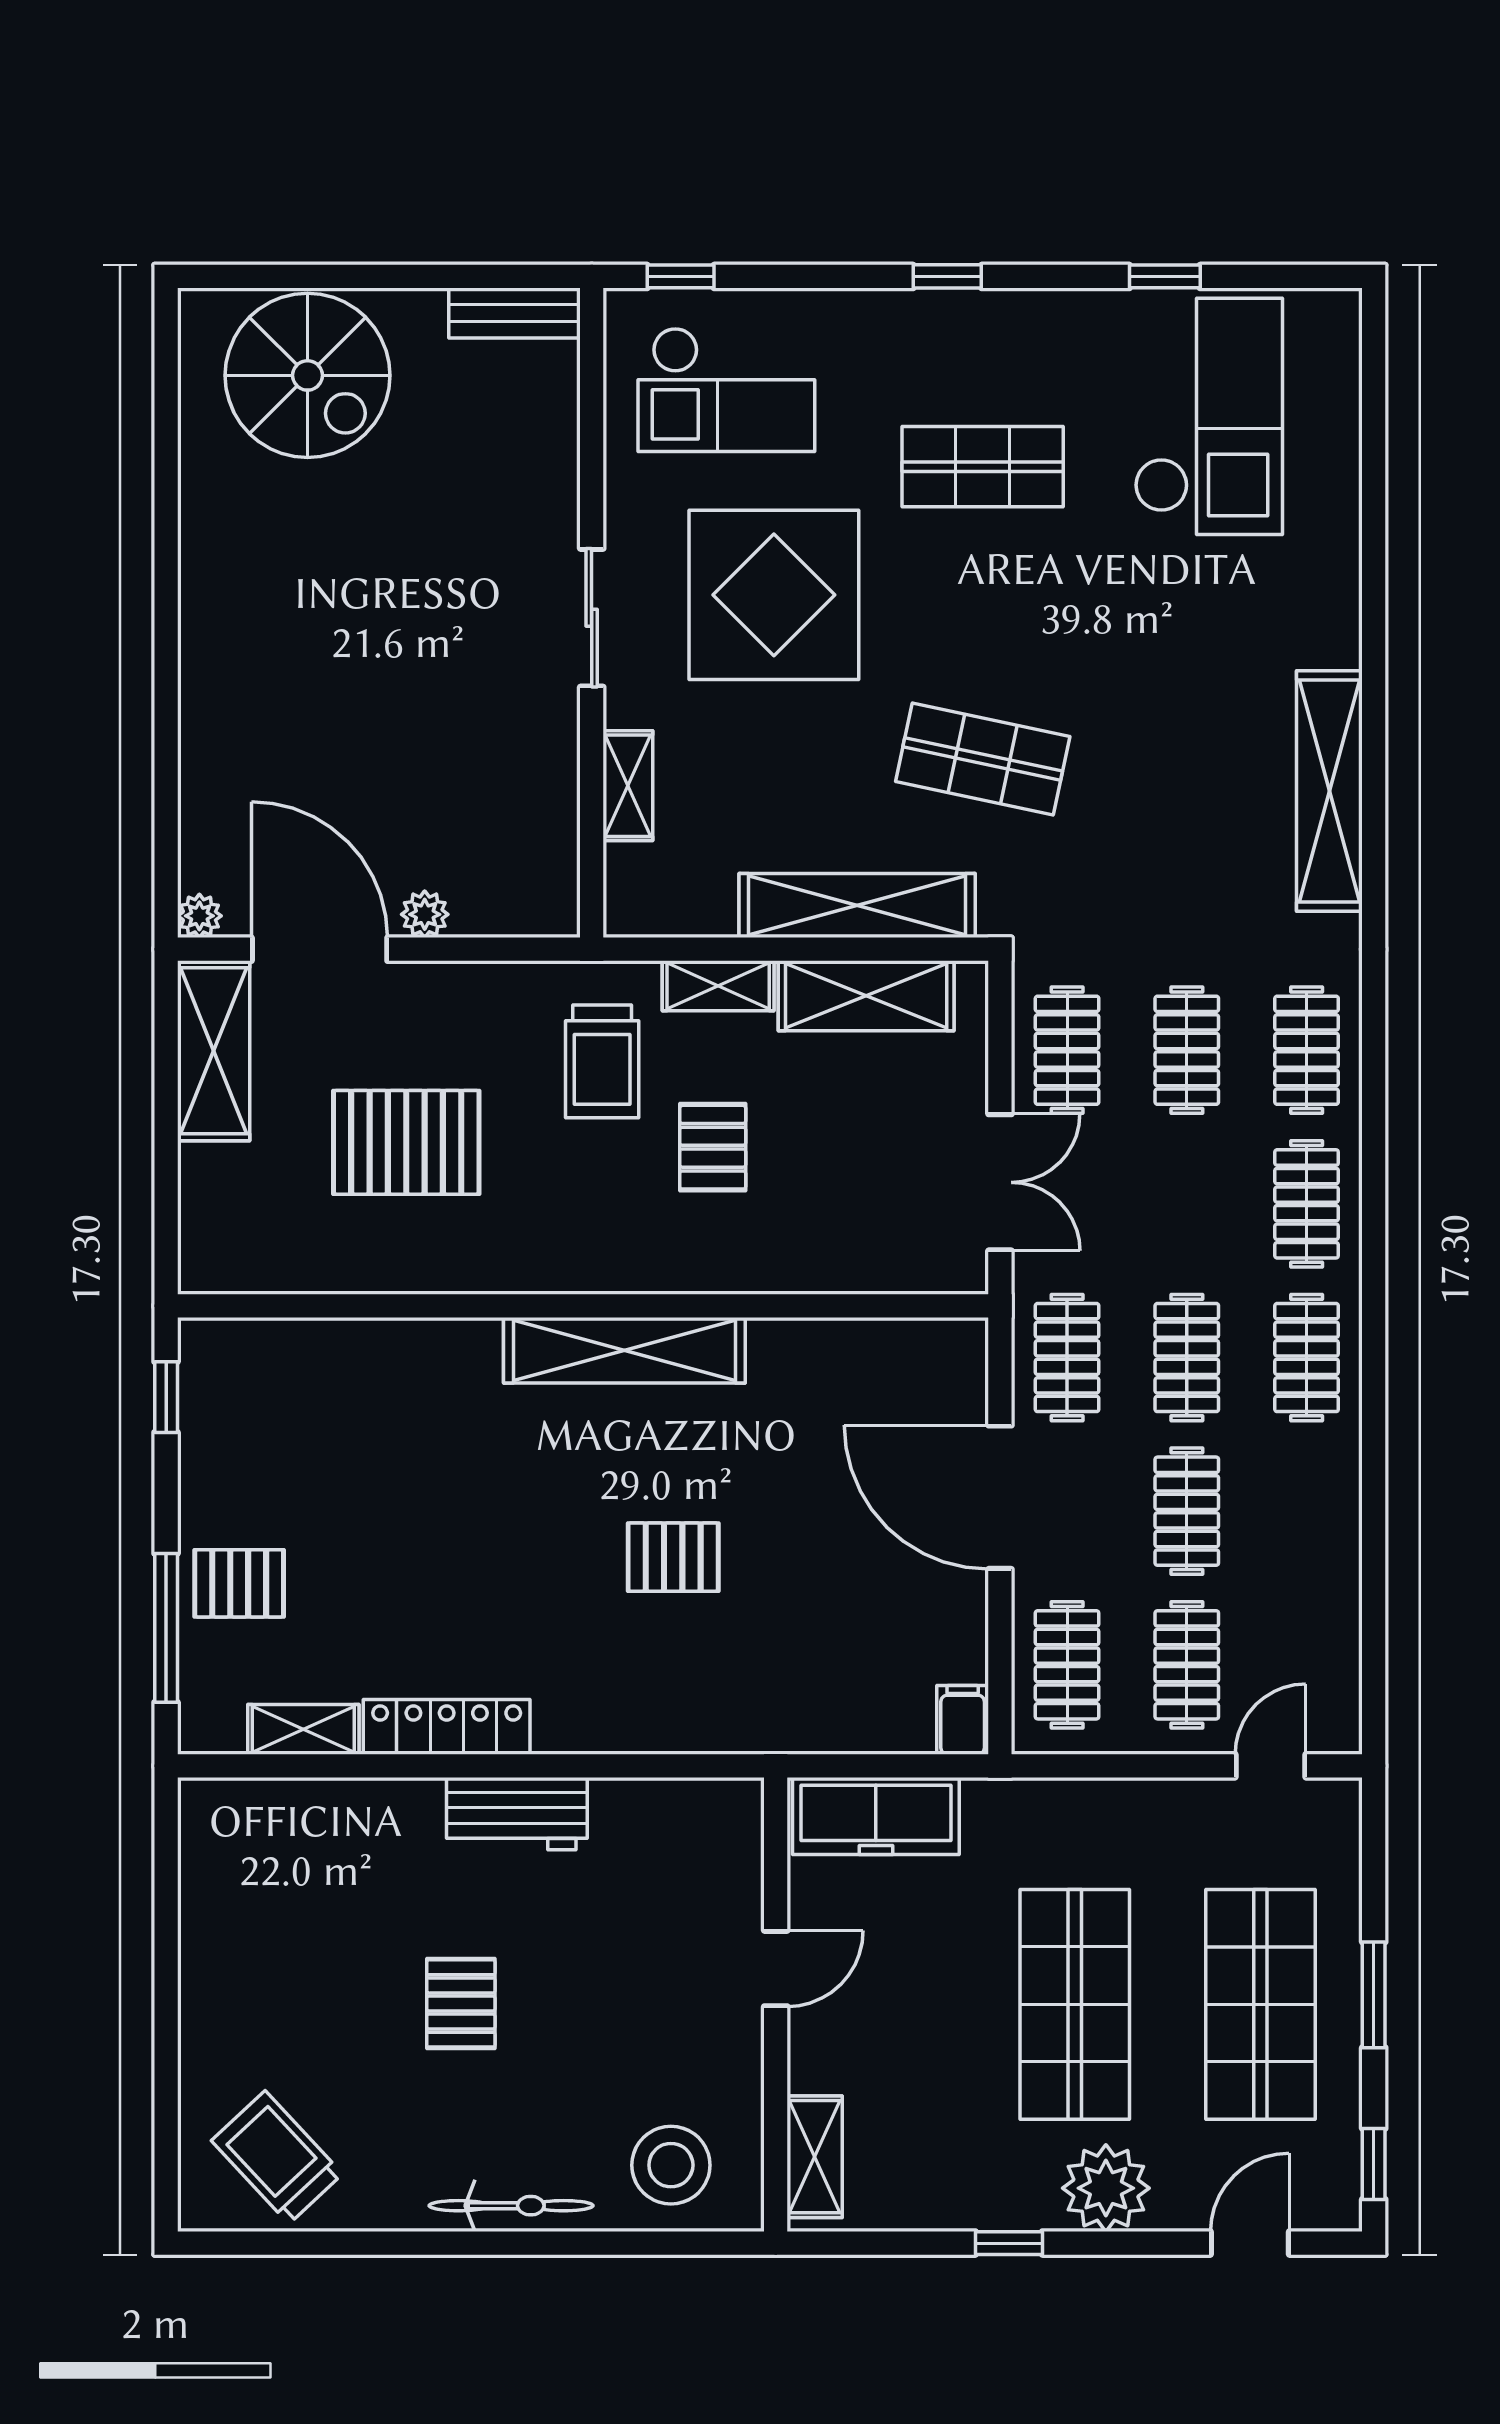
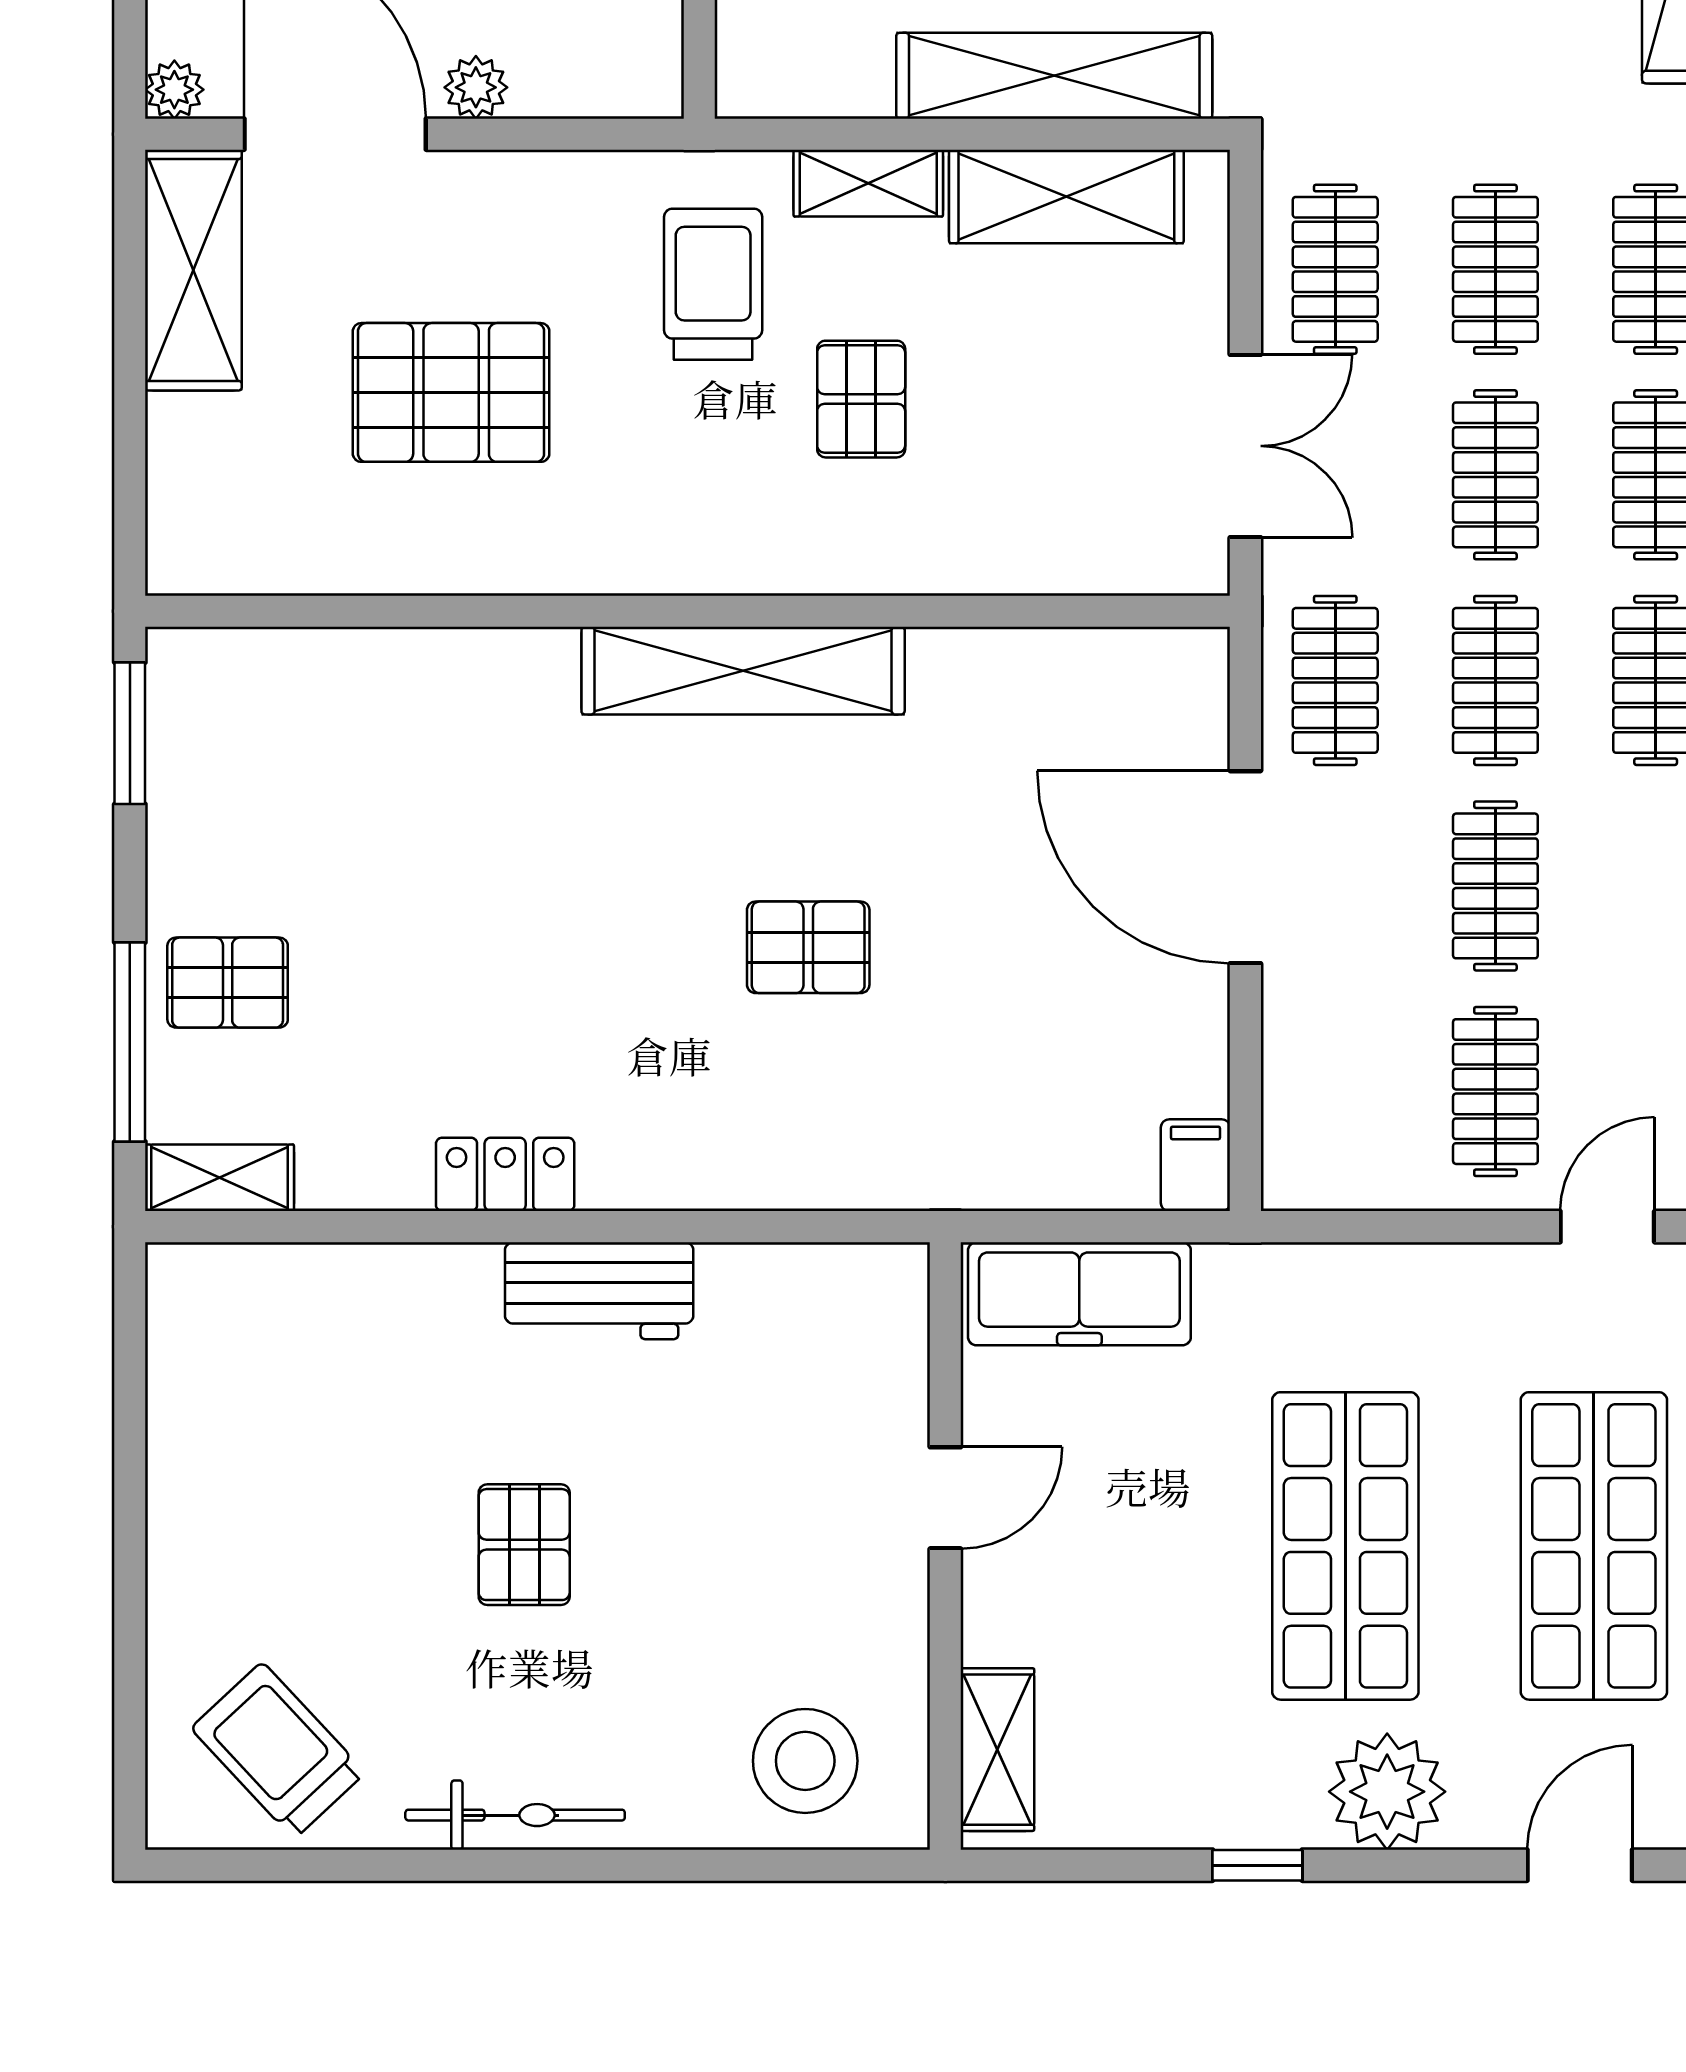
trolley: (602, 1061) -> (713, 284), turned 180
window: (166, 1397) -> (130, 733), width x1.50
clothes rail: (1067, 1665) -> (1495, 475), moved
locker: (447, 1727) -> (505, 1174), width x0.66
shelving: (303, 1729) -> (220, 1178), moved
bicycle: (511, 2206) -> (515, 1815), moved

